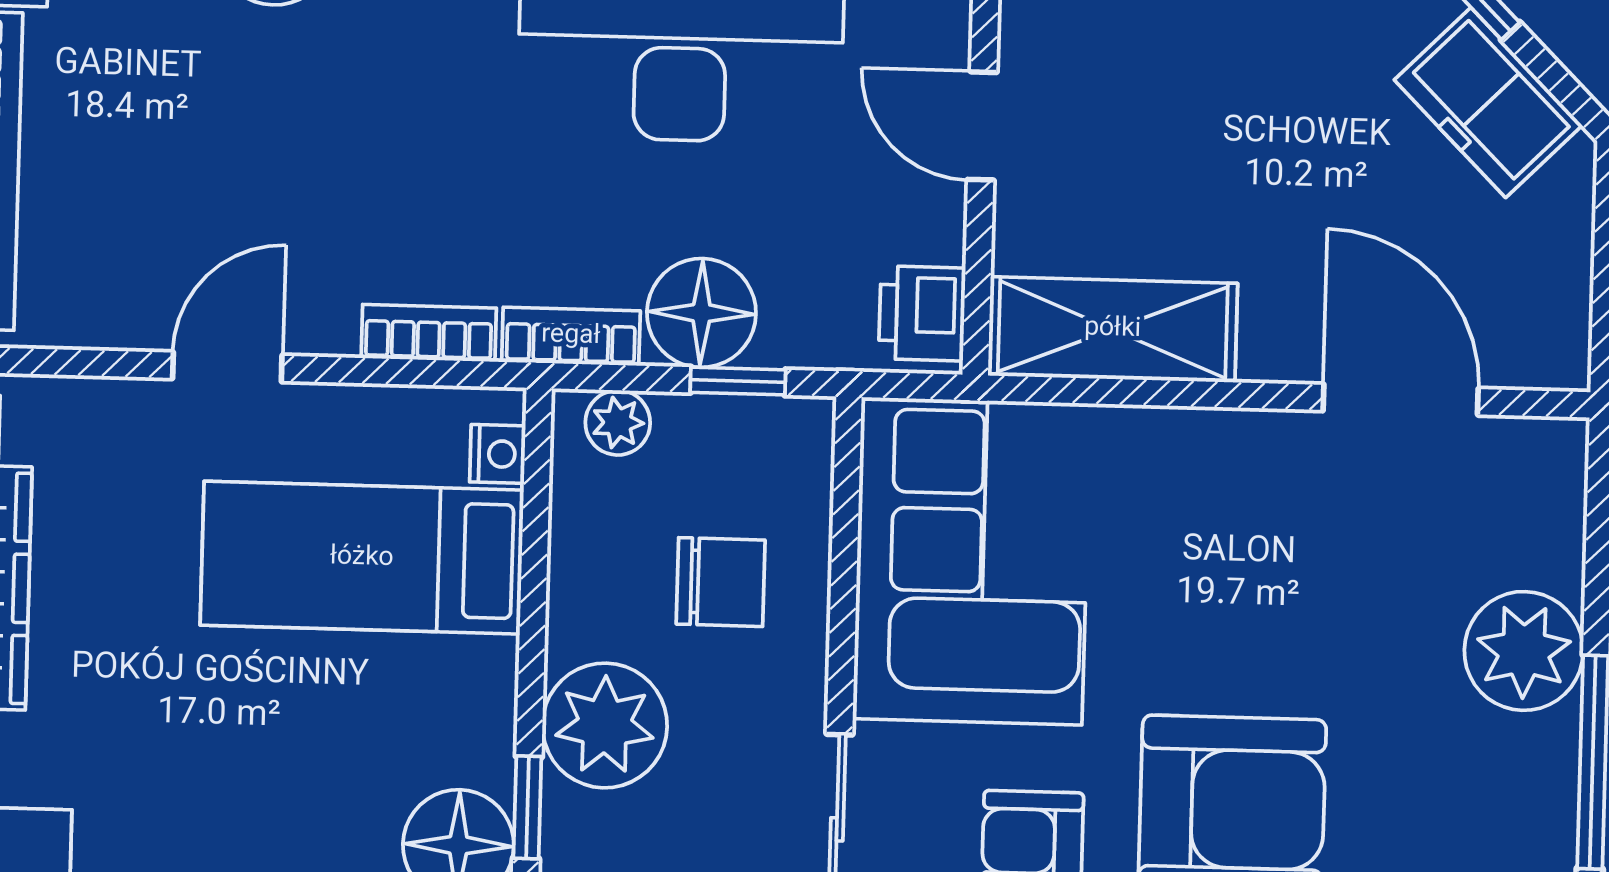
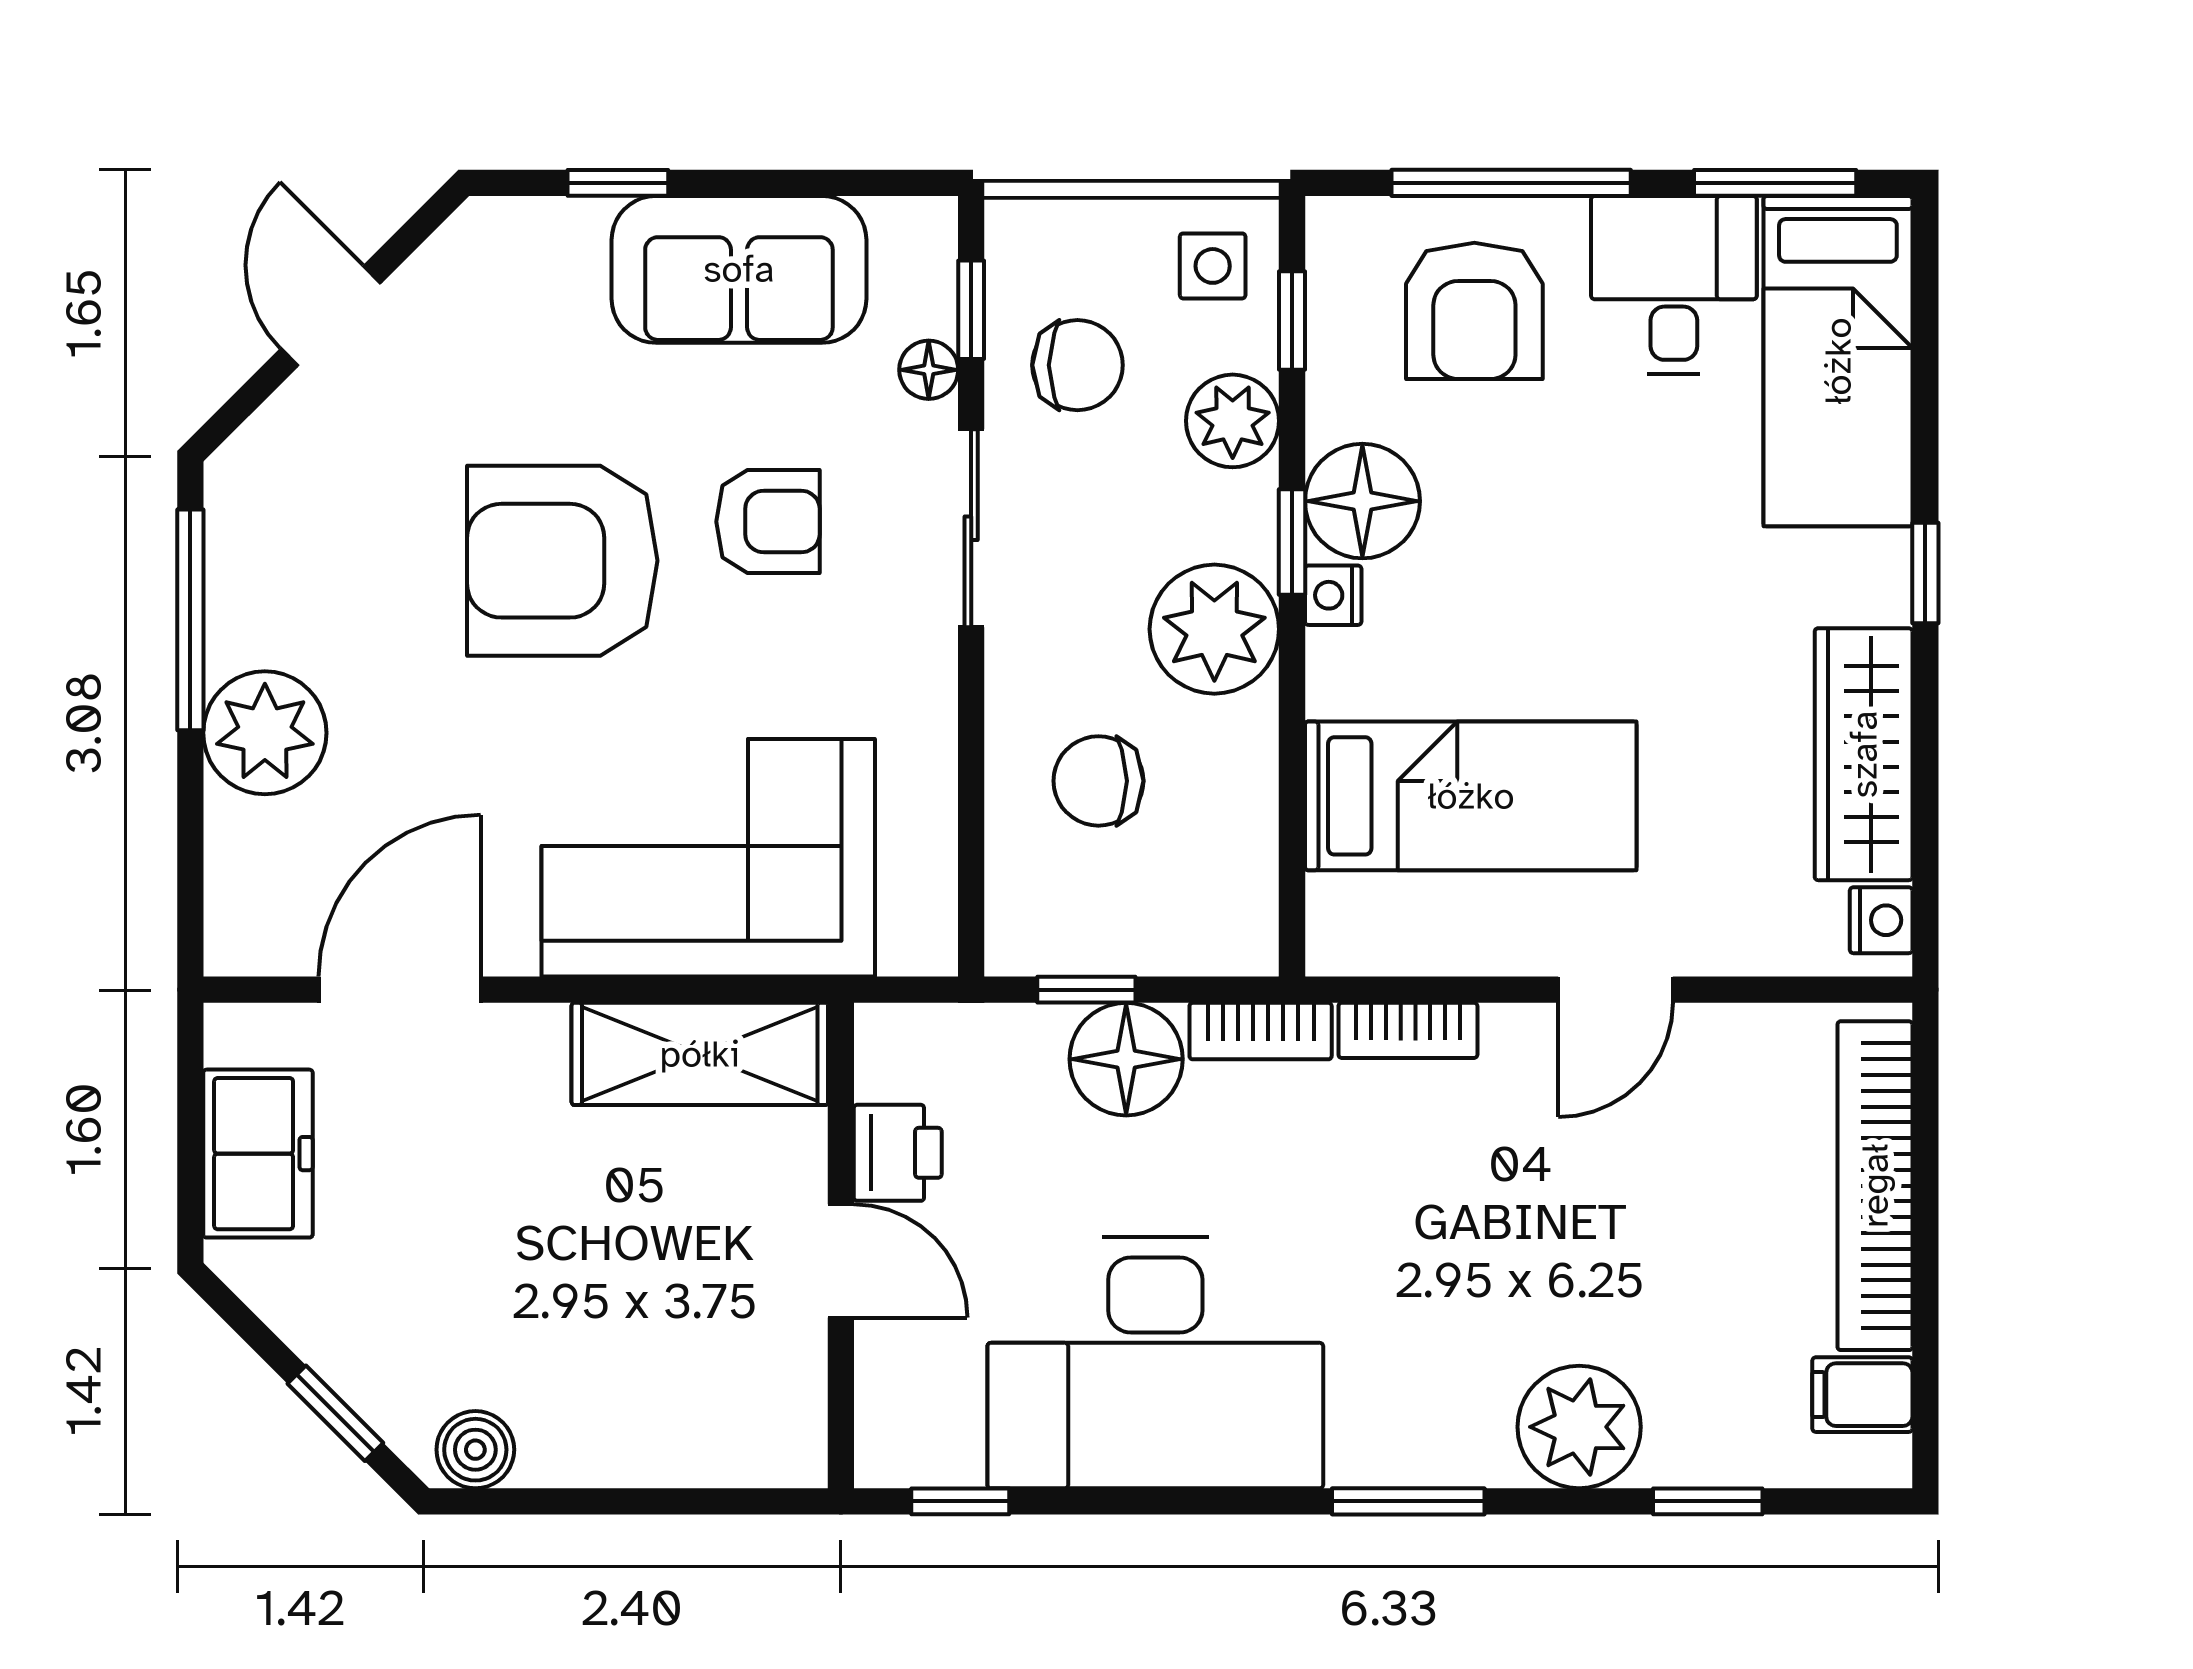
freezer: (1488, 103) -> (258, 1154), moved, turned 45
printer: (922, 313) -> (898, 1153), moved
door: (1401, 400) -> (400, 990), swing flipped
plant: (618, 423) -> (1210, 943), removed
nightstand: (498, 454) -> (1333, 595), moved
corner sofa: (972, 561) -> (708, 858), moved, turned 90

